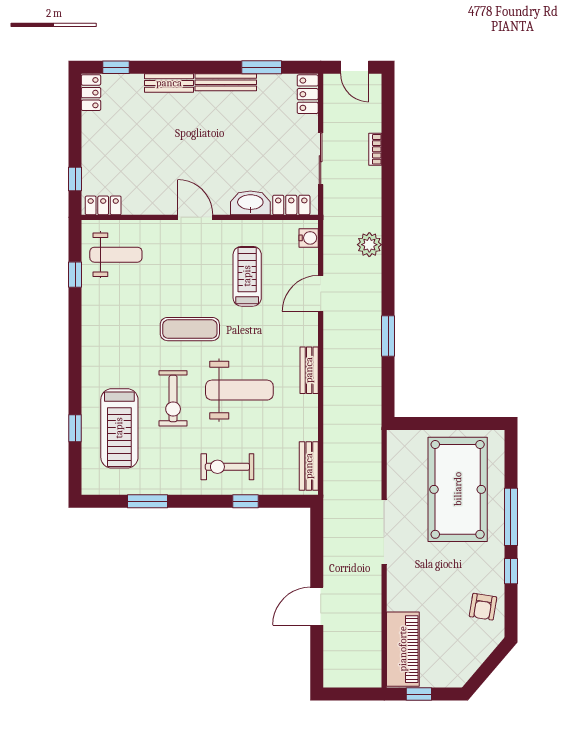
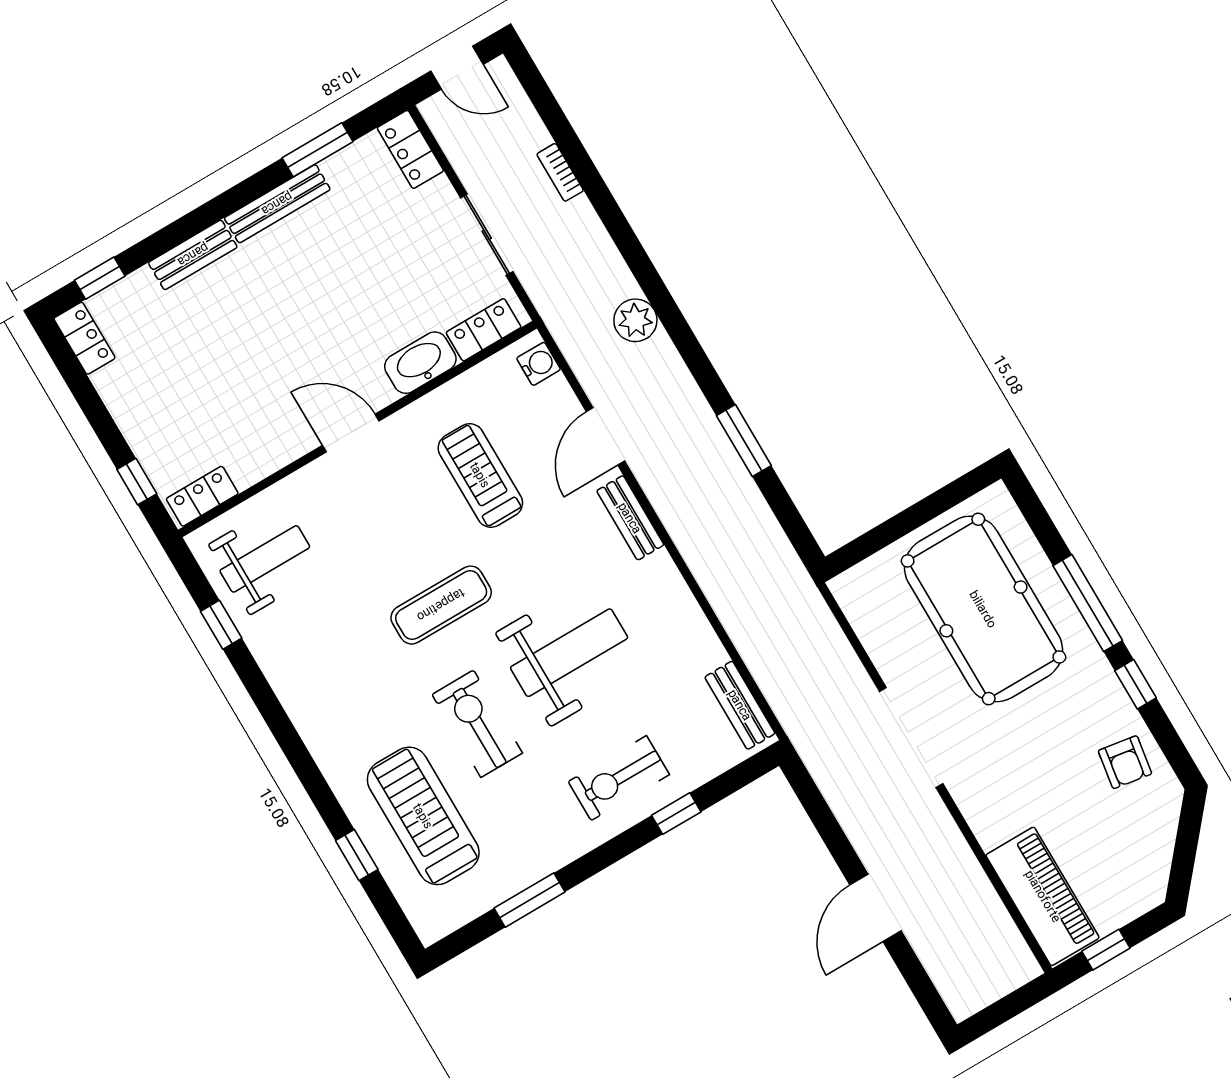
bench: (309, 370) -> (630, 518), moved
exercise bike: (173, 398) -> (477, 724), turned 180
treadmill: (119, 428) -> (423, 816), turned 180

